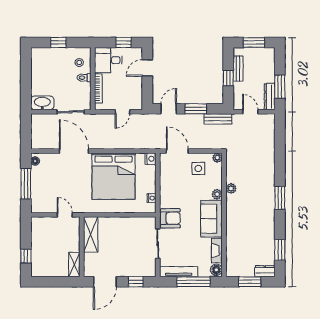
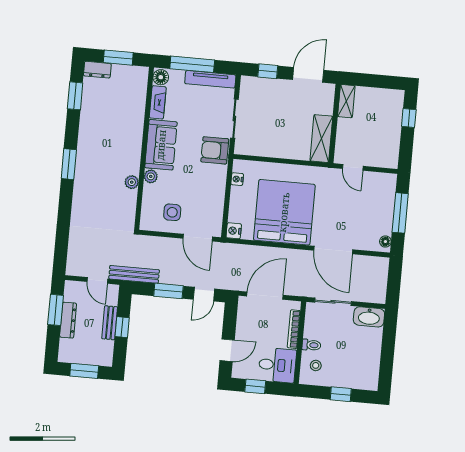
bench: (238, 69) -> (110, 323), moved
dresser: (270, 97) -> (68, 320), moved
door: (122, 112) -> (265, 296), width x1.87
bench: (218, 119) -> (134, 274), width x1.36
plant: (217, 158) -> (146, 224), removed

